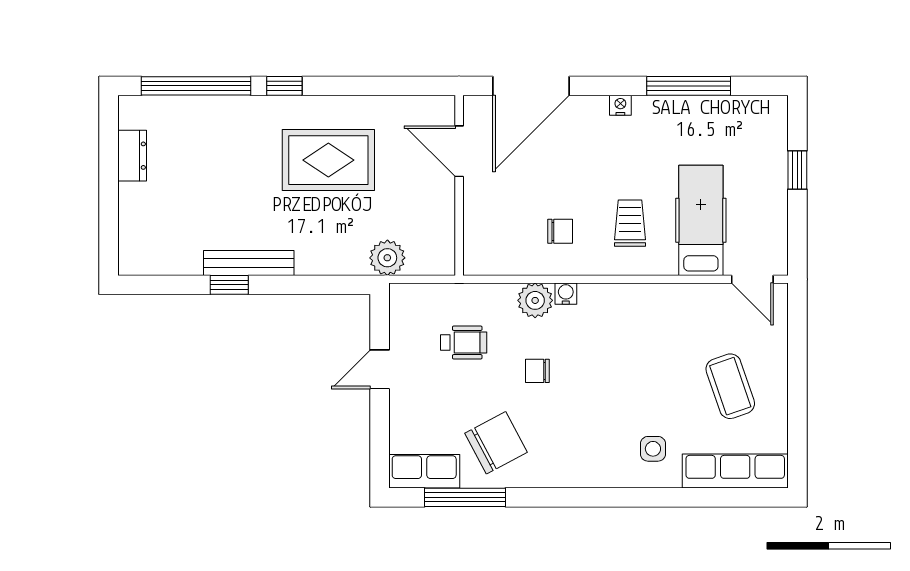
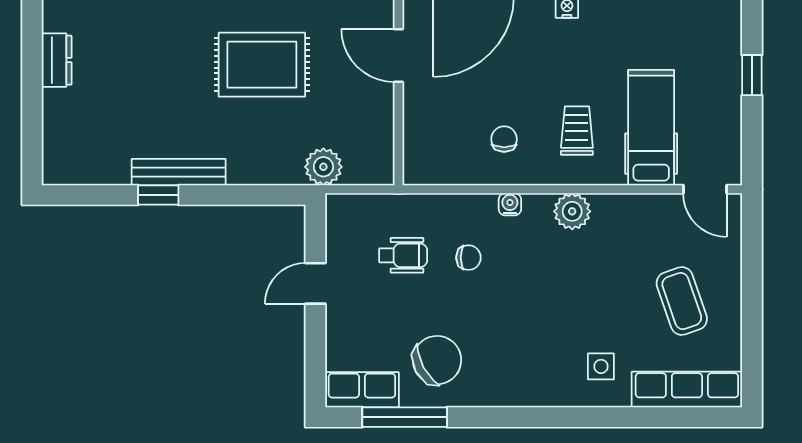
chair: (560, 231) -> (504, 139), turned -90
plant: (535, 300) -> (572, 211), moved
chair: (537, 371) -> (468, 258), moved, turned 180

